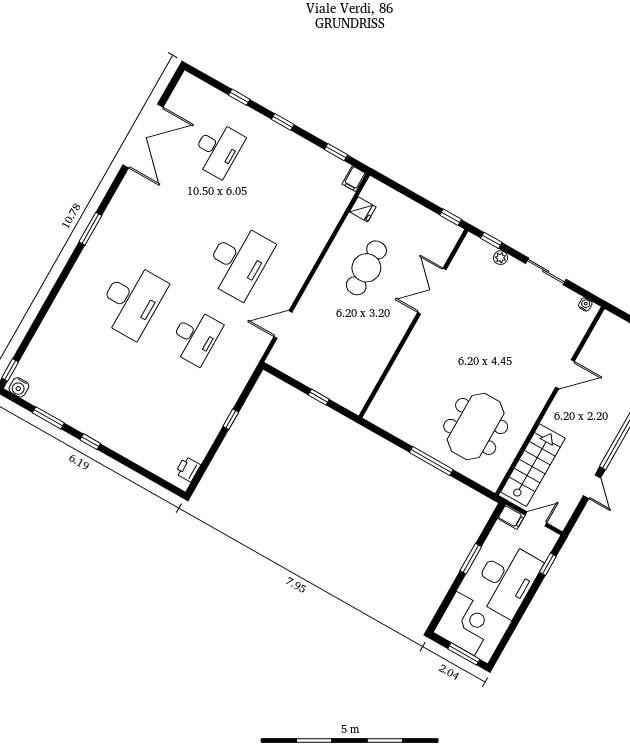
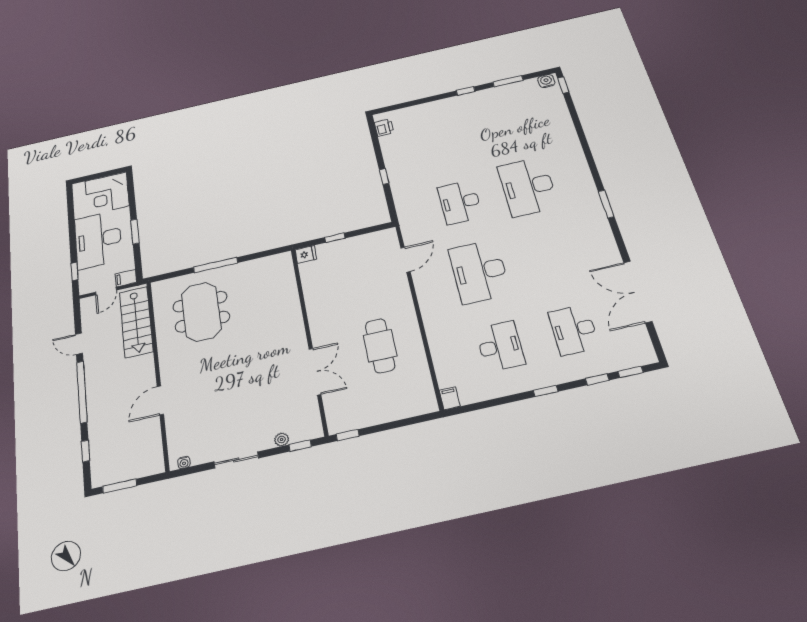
window: (336, 152) -> (631, 372), moved
desk: (281, 186) -> (500, 346), added
fridge: (363, 209) -> (306, 254), moved, turned 180
window: (464, 654) -> (94, 177), removed

